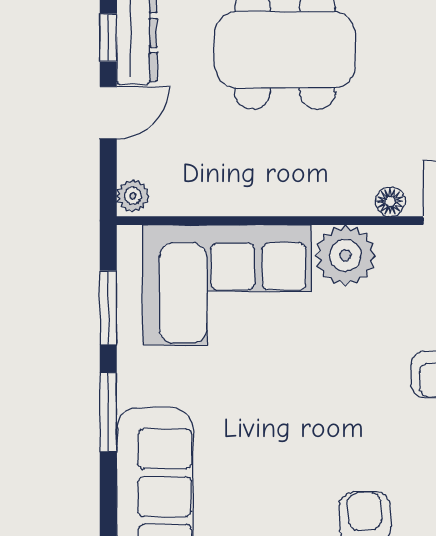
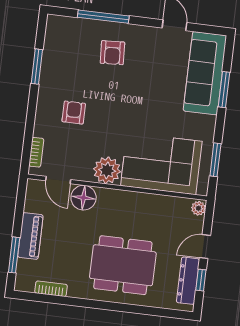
floor lamp: (390, 202) -> (84, 198), width x1.89, depth x1.89
window: (108, 412) -> (224, 90), moved

